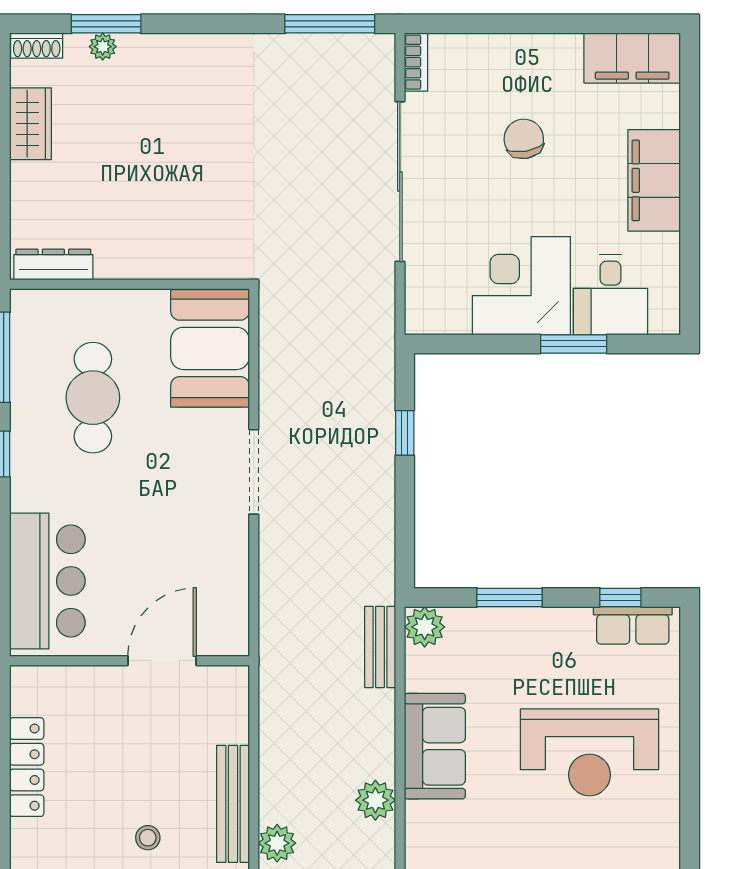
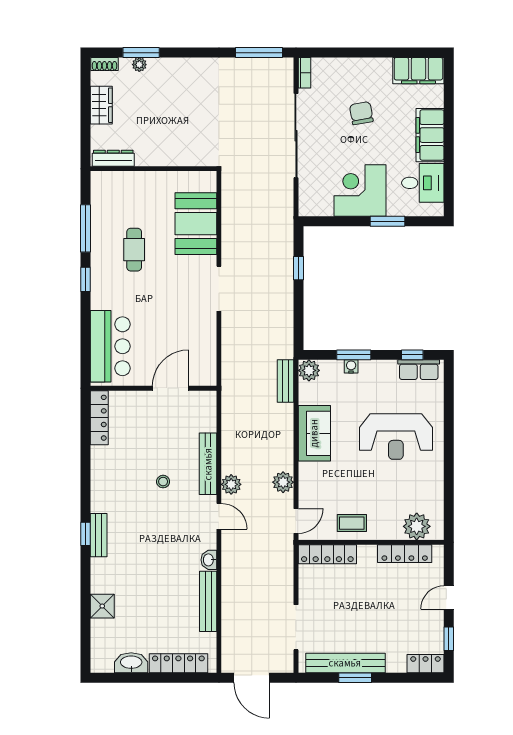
dresser: (53, 265) -> (113, 158), moved
wall: (130, 284) -> (153, 169), moved
desk: (610, 295) -> (423, 183), moved, turned -90
cafe table: (93, 398) -> (134, 250), width x0.73, depth x0.74
water cooler: (504, 619) -> (351, 366), added
locker: (27, 767) -> (99, 418), moved
plant: (375, 800) -> (283, 482), moved

